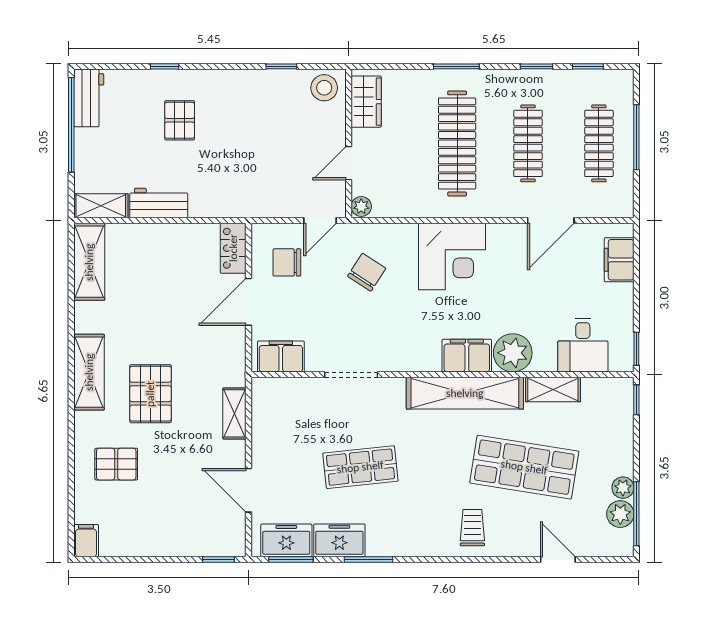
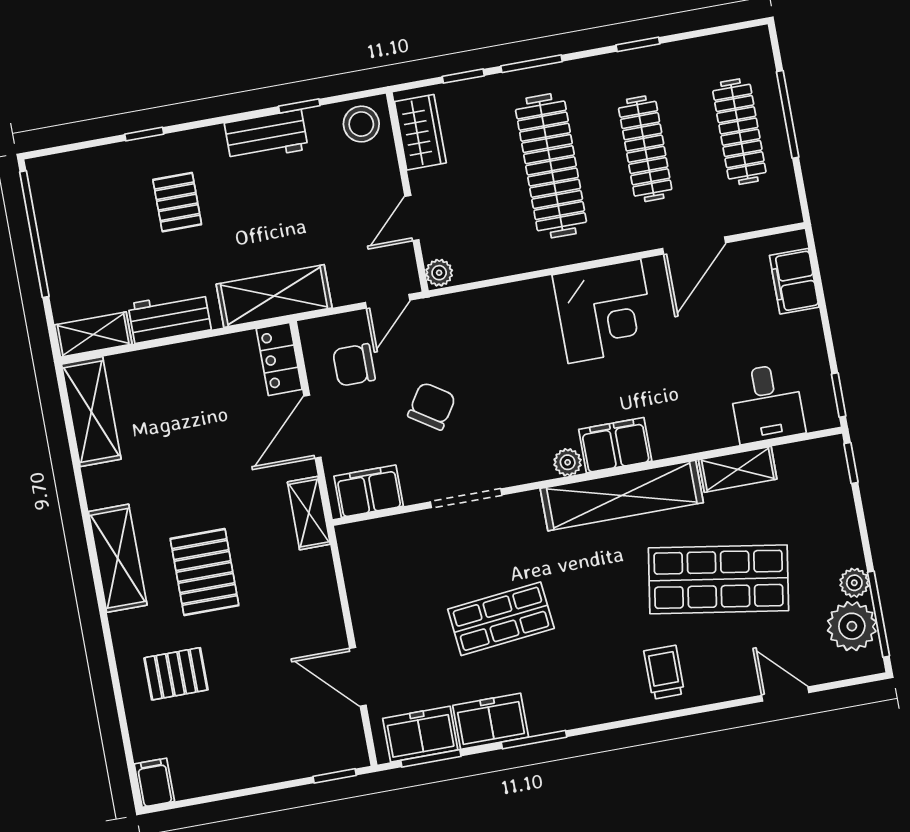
window: (588, 66) -> (463, 76), moved
workbench: (89, 98) -> (266, 136), moved, turned 90
shelving: (238, 202) -> (274, 296), added
corner desk: (452, 256) -> (604, 311), moved
chair: (367, 272) -> (432, 406), moved
plant: (513, 353) -> (568, 462), moved, width x0.53, depth x0.53
shelving: (234, 413) -> (309, 513), moved
plant: (620, 514) -> (852, 626), width x1.36, depth x1.36

